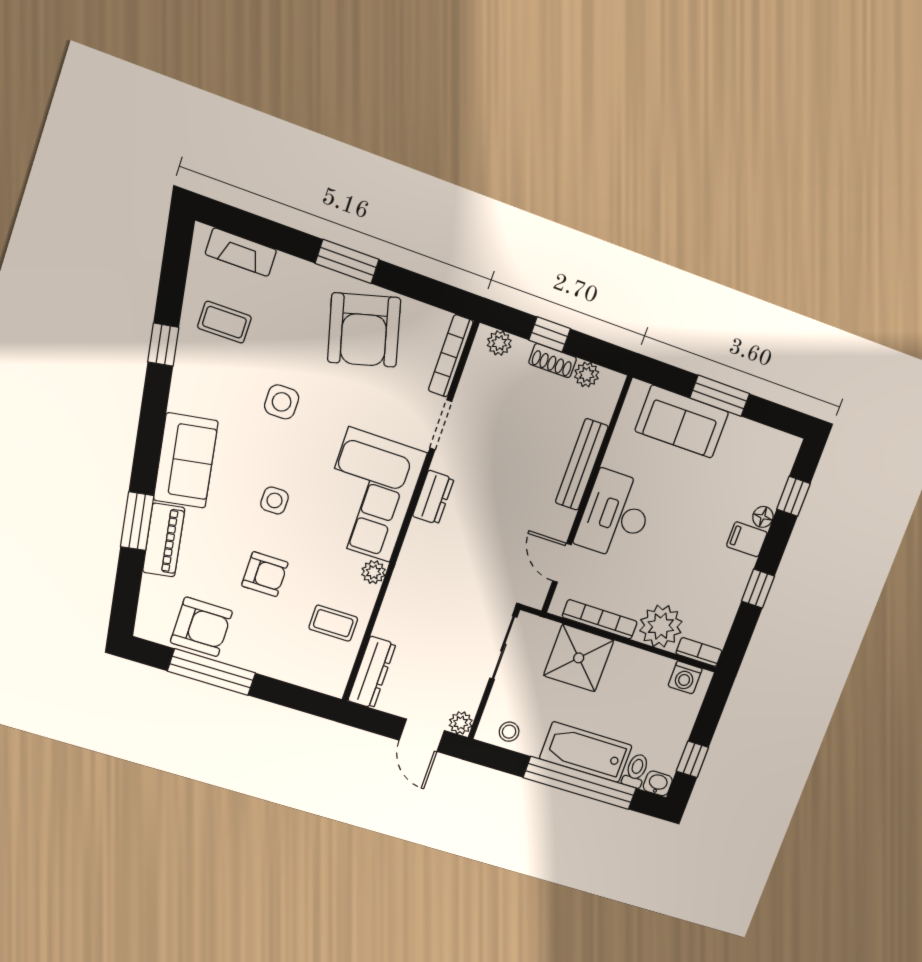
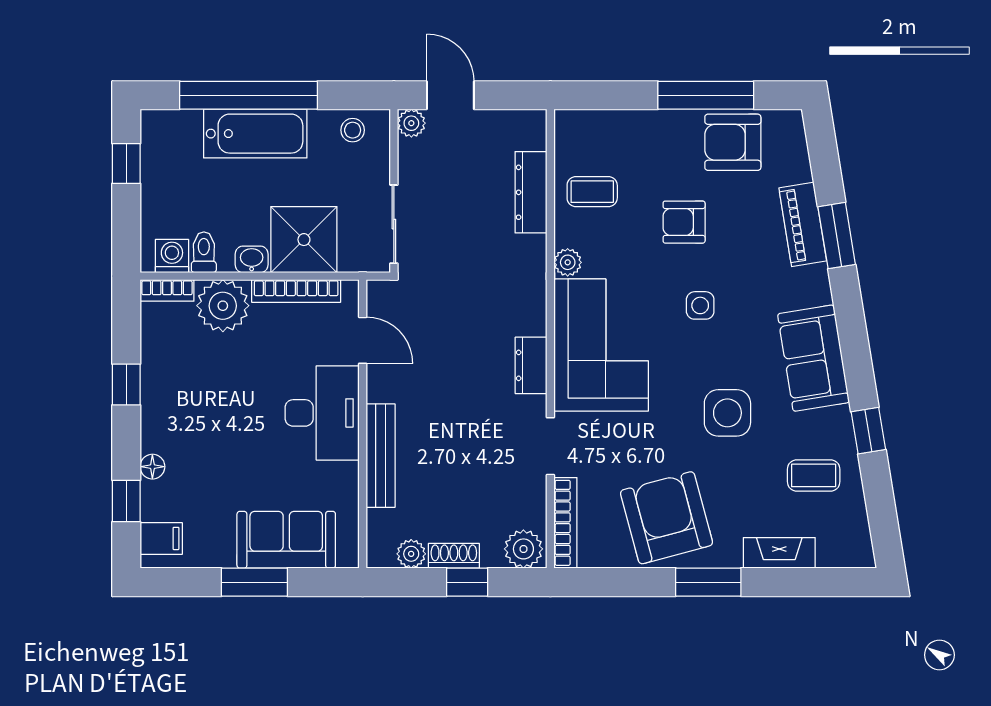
fireplace: (241, 252) -> (779, 553), moved
plant: (499, 343) -> (523, 549), width x1.38, depth x1.38
side table: (282, 402) -> (727, 413), width x1.37, depth x1.37
sofa: (186, 461) -> (813, 358), moved
filing cabinet: (747, 539) -> (161, 538), moved
dresser: (372, 672) -> (531, 192), moved
toilet: (636, 771) -> (204, 252), moved, turned 180
washbasin: (658, 783) -> (252, 259), moved, turned 180

